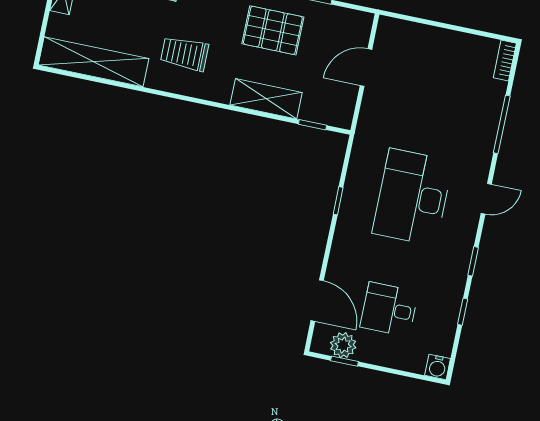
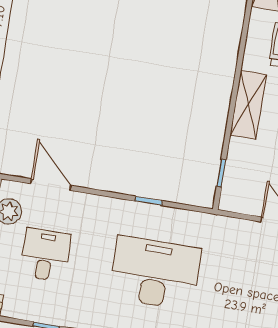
shelving: (266, 99) -> (248, 105), moved
door: (317, 301) -> (51, 185), swing flipped

